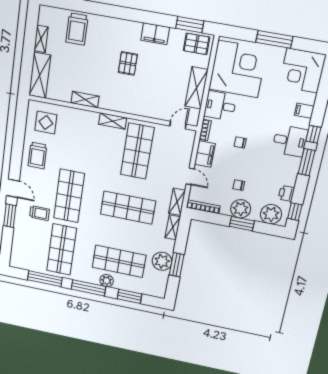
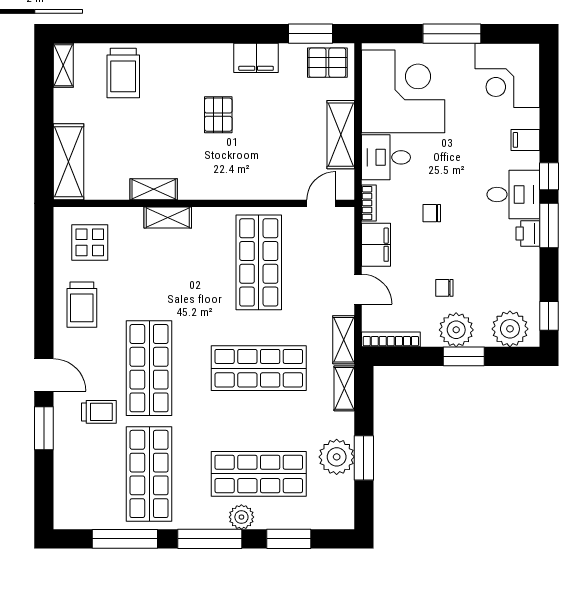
shelving: (41, 39) -> (63, 65), moved
shelving: (113, 121) -> (168, 218), moved
printer: (286, 193) -> (528, 234), moved

